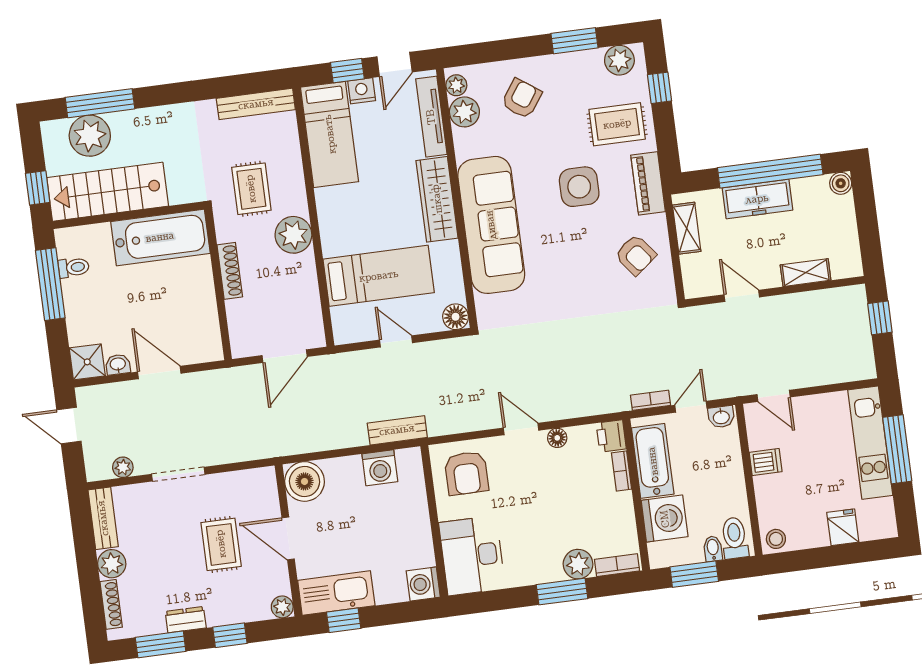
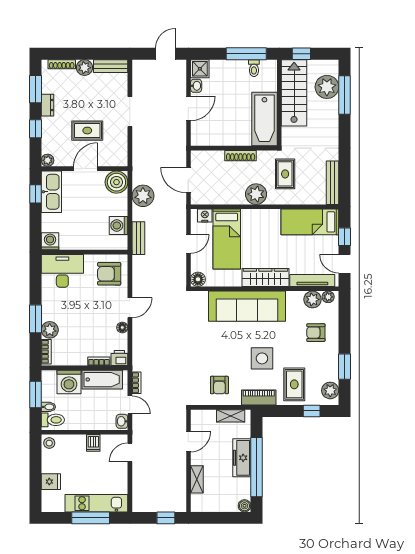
nightstand: (362, 91) -> (205, 216), moved, turned -90
armchair: (522, 99) -> (316, 333), turned 145
rug: (251, 189) -> (285, 174), turned 90
armchair: (636, 255) -> (219, 385), turned -52
plant: (123, 467) -> (143, 196), moved, width x1.88, depth x1.88

